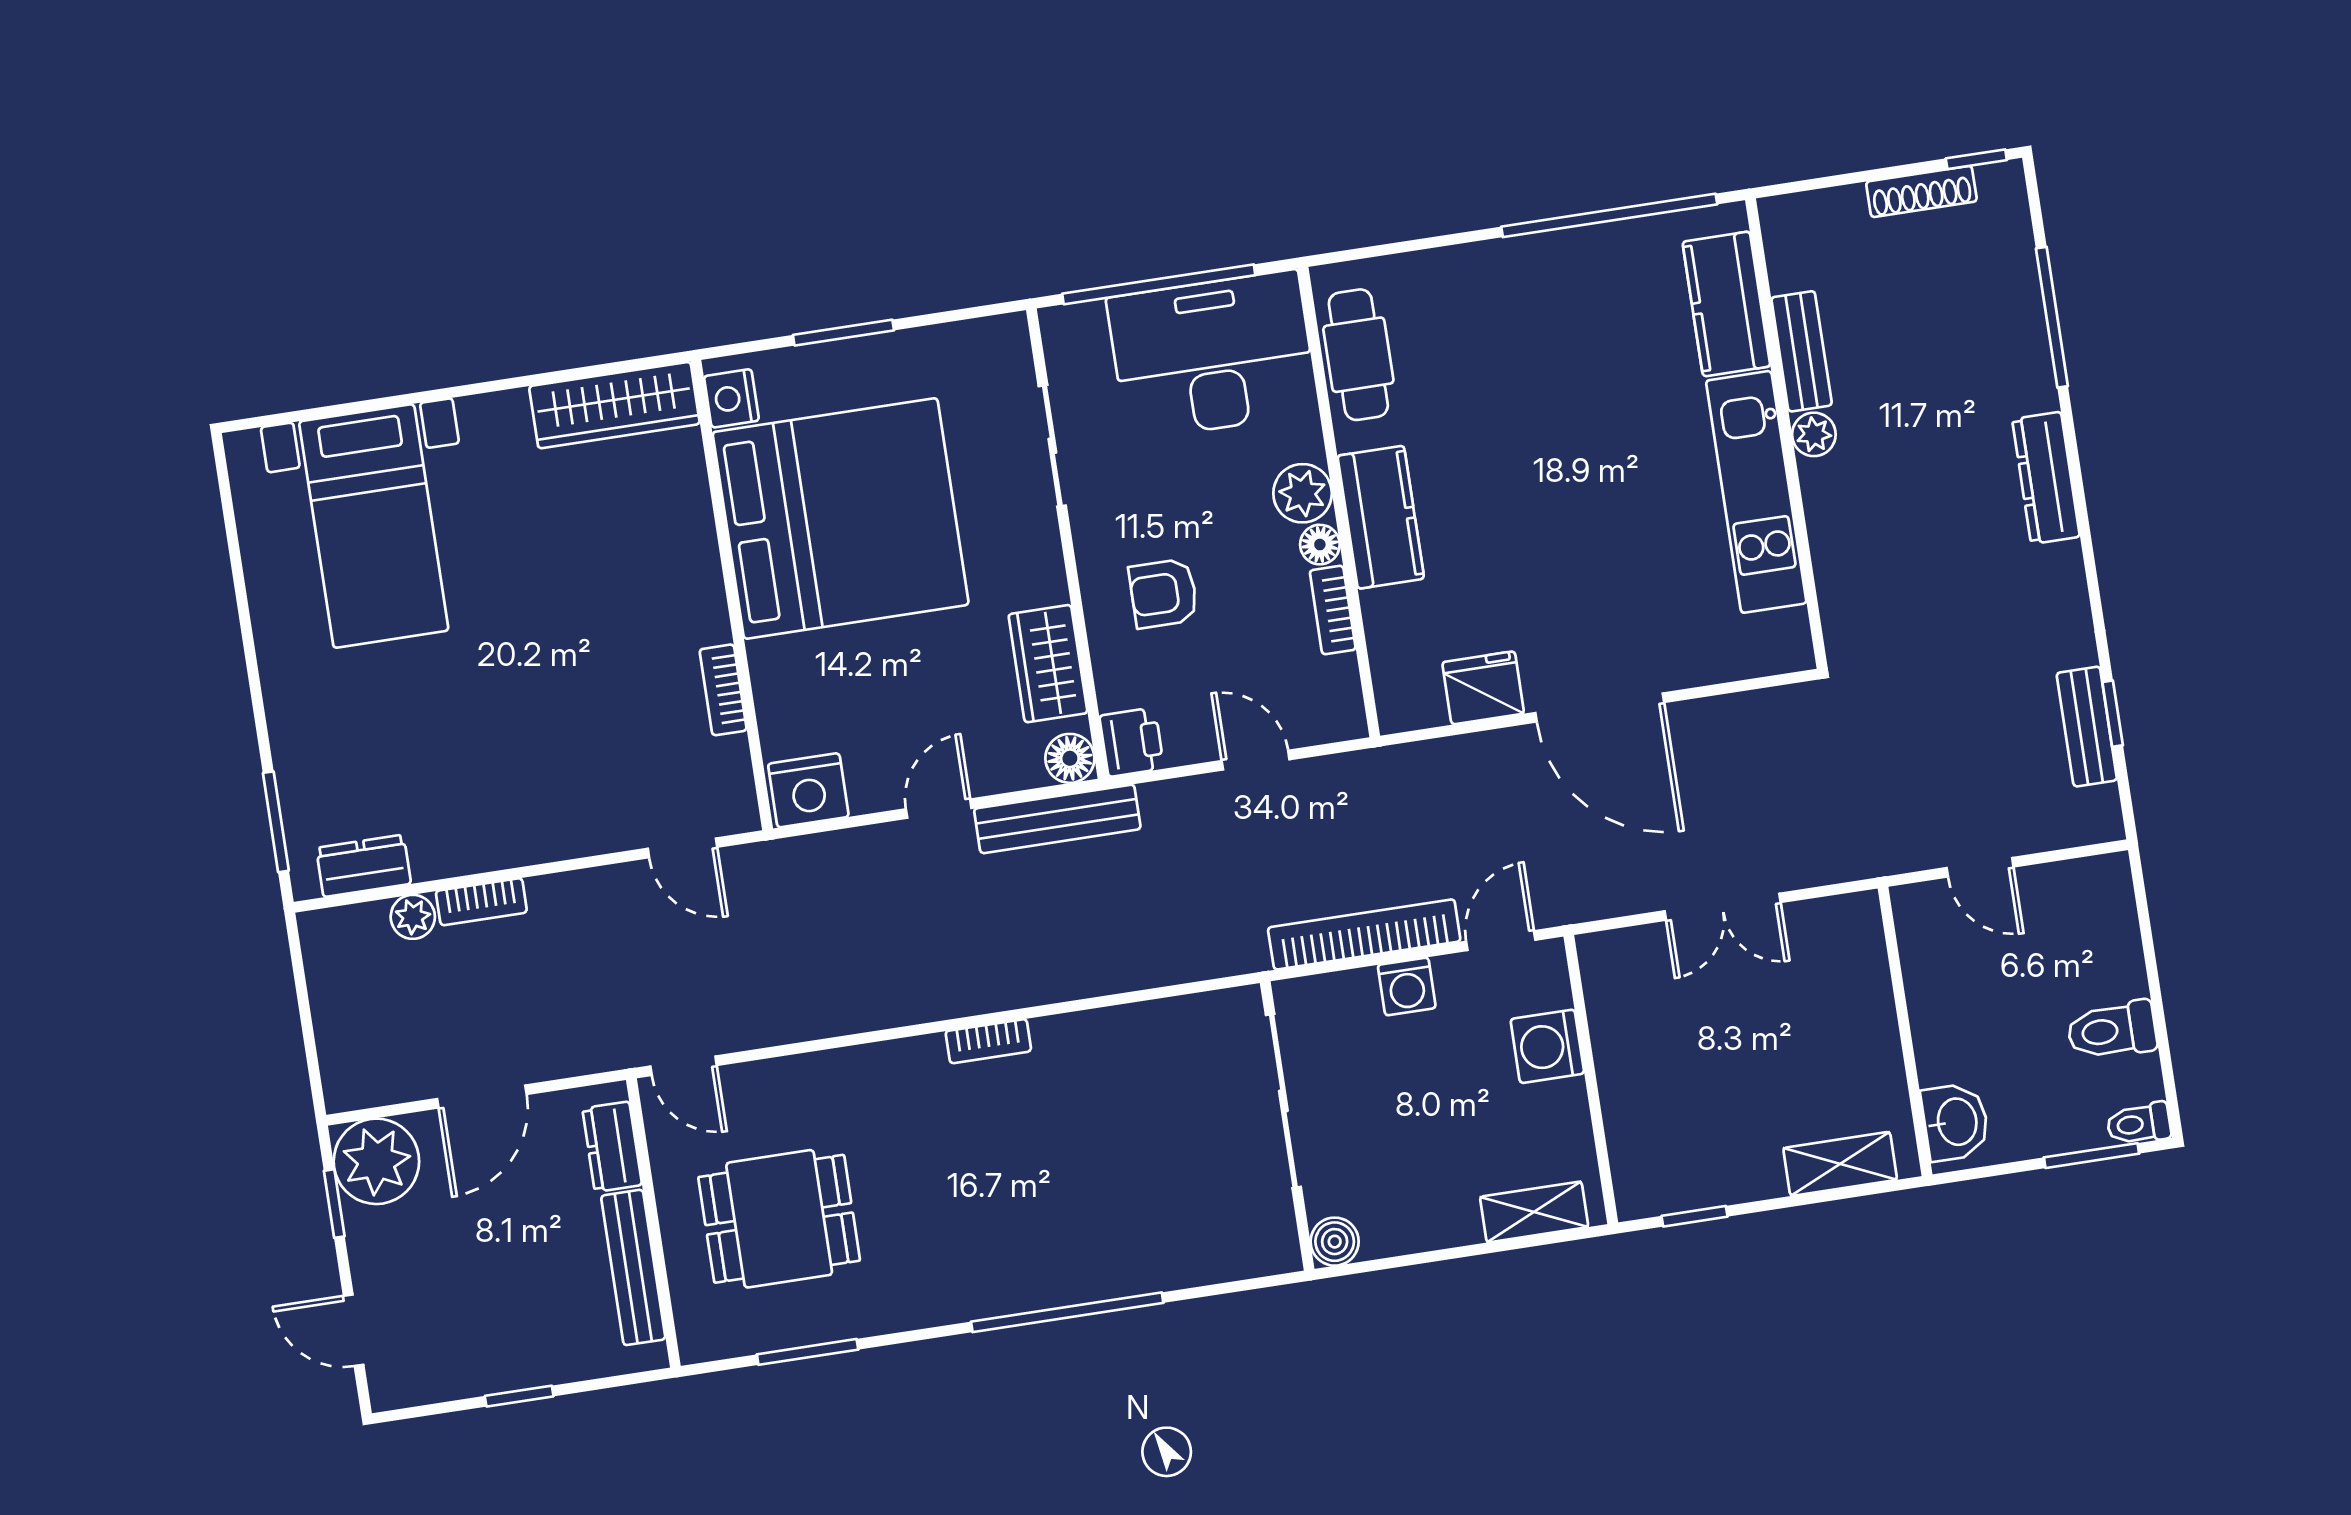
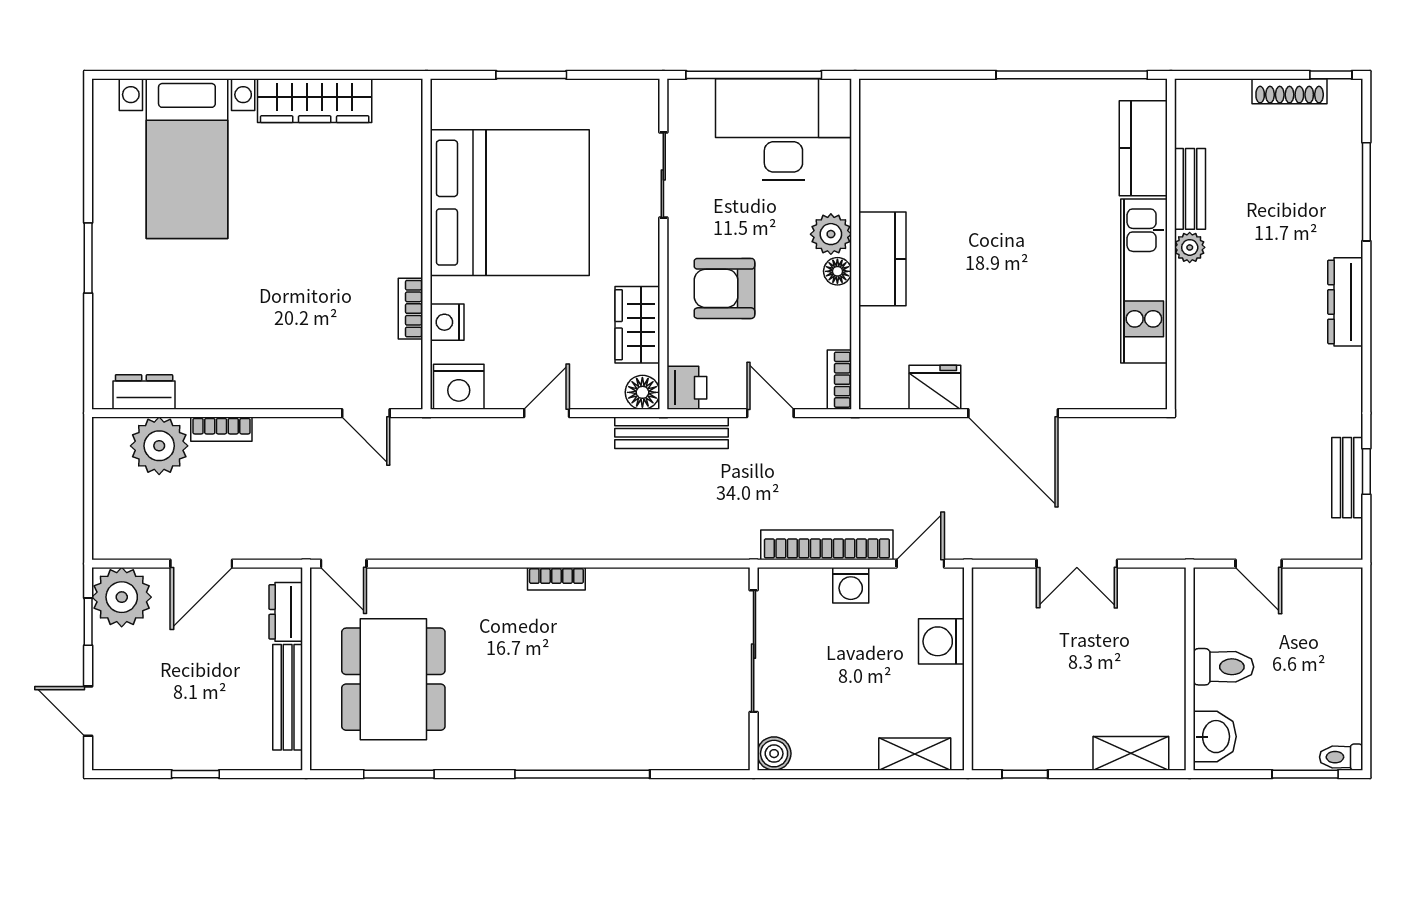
cafe table: (1358, 355) -> (884, 144), removed
nightstand: (731, 398) -> (447, 322), moved
wardrobe: (614, 405) -> (315, 101), moved
armchair: (1163, 593) -> (724, 288), width x1.38, depth x1.38
bookcase: (1333, 610) -> (839, 380), moved
bench: (1057, 819) -> (672, 433), moved
window: (276, 822) -> (88, 258), moved
plant: (413, 917) -> (159, 446), width x1.88, depth x1.88
toilet: (2112, 1030) -> (1223, 667), moved, turned 180
dining table: (779, 1219) -> (393, 679), width x1.38

